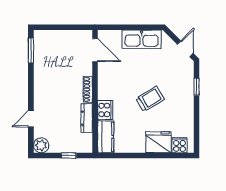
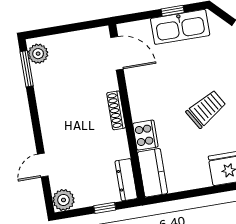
window: (138, 27) -> (173, 11), added
plant: (41, 41) -> (38, 54), added
dresser: (87, 118) -> (126, 180), moved

